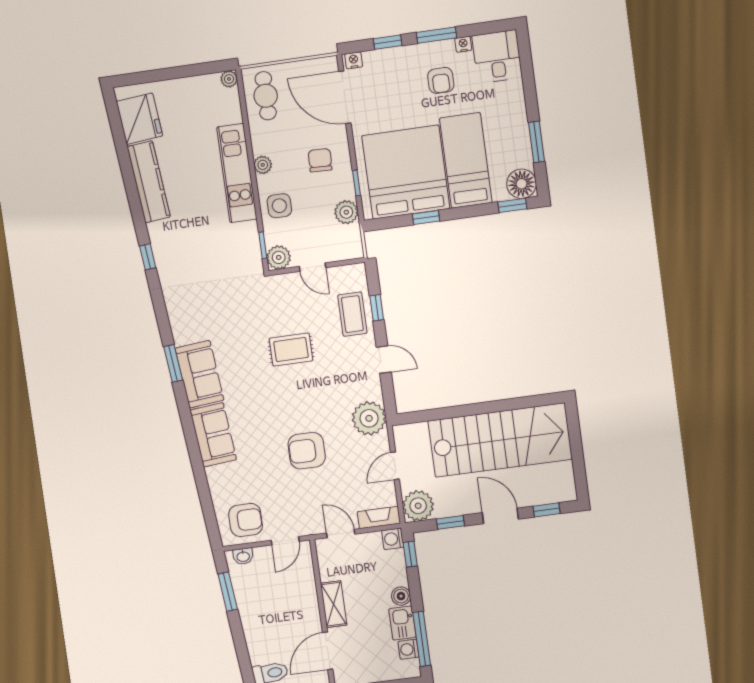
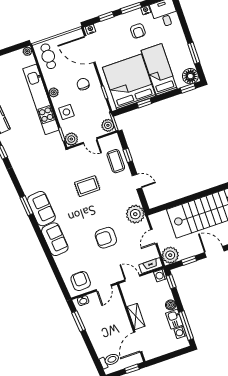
kitchen unit: (237, 173) -> (41, 99), width x1.36
plant: (346, 212) -> (108, 125), moved
armchair: (246, 520) -> (81, 281), turned -92

